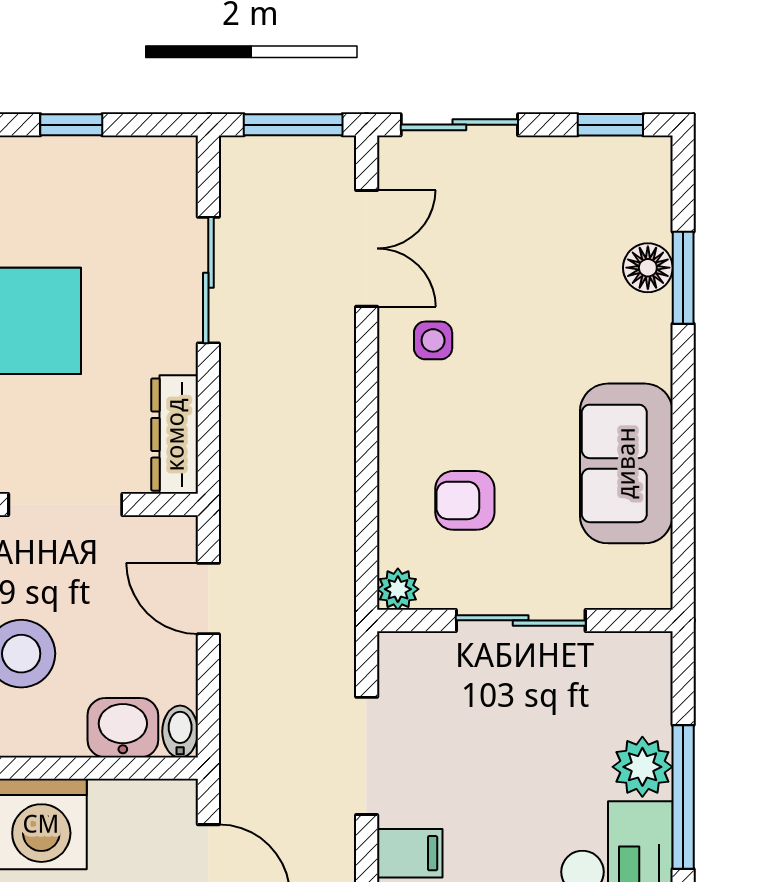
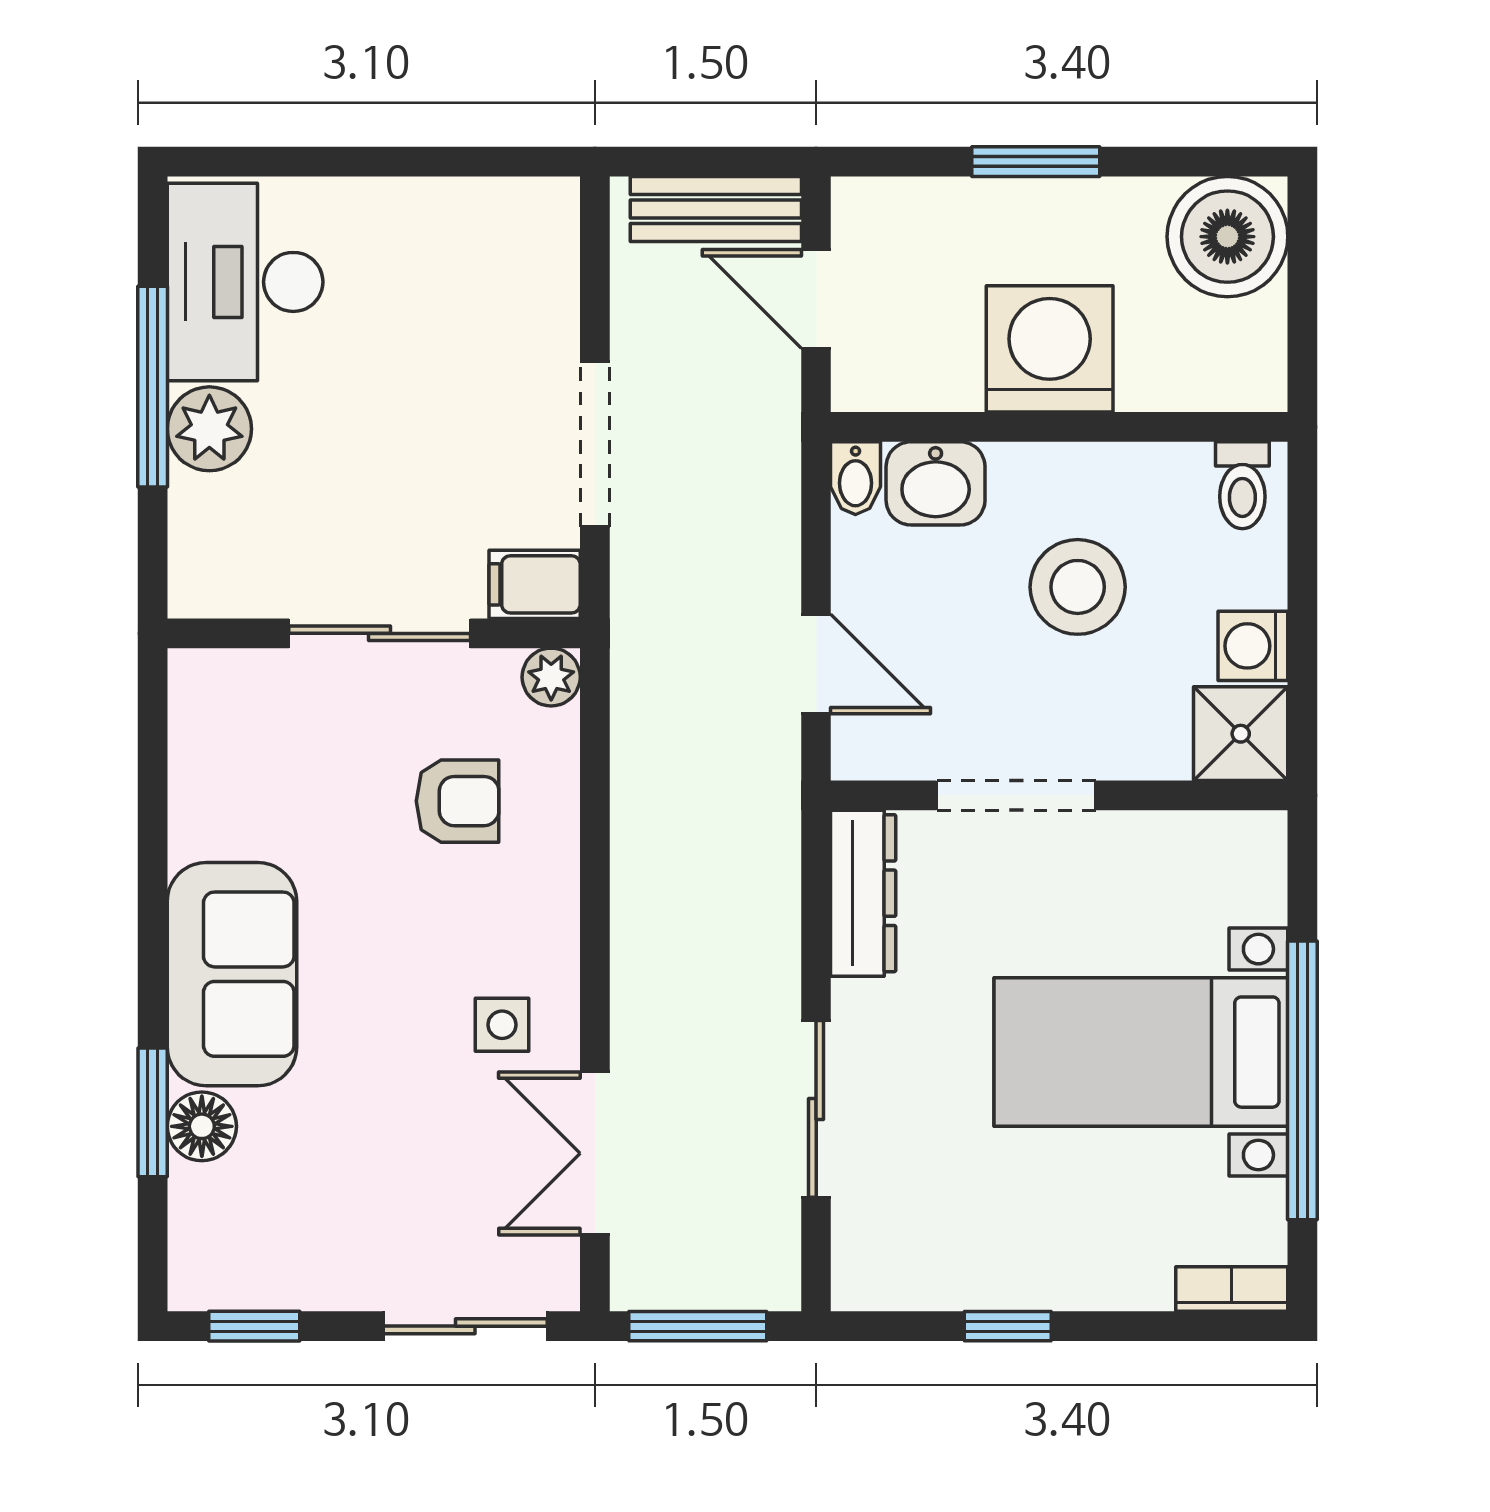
sofa: (626, 463) -> (232, 974), moved
filing cabinet: (410, 853) -> (535, 584), moved

